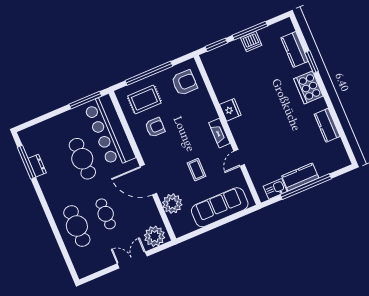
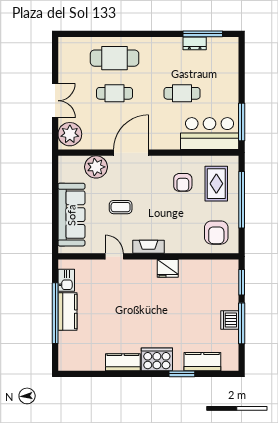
kitchen counter: (327, 125) -> (123, 362), moved
bar counter: (109, 131) -> (210, 134), width x0.73
cafe table: (82, 159) -> (182, 93), width x0.73, depth x0.74

